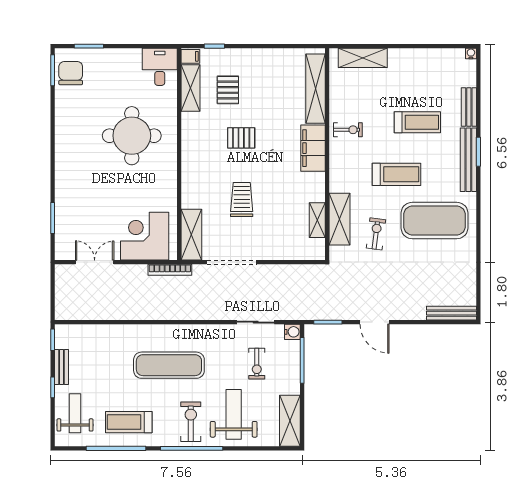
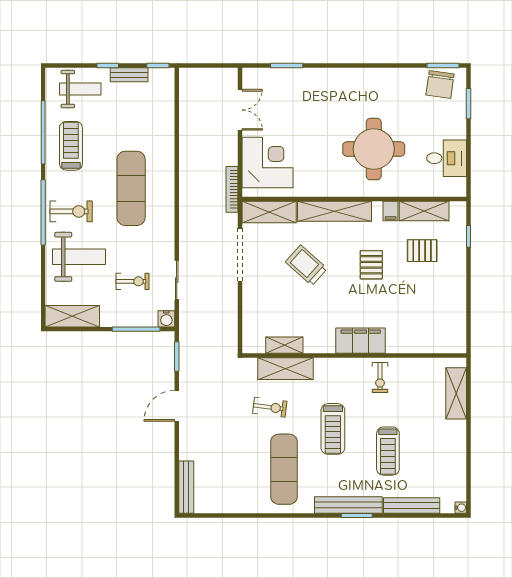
filing cabinet: (190, 56) -> (391, 211), moved
desk: (160, 67) -> (447, 158), moved
chair: (71, 73) -> (440, 84), turned 98
shelving: (316, 89) -> (334, 211), moved
bench: (469, 107) -> (412, 505), width x1.36
trolley: (242, 199) -> (306, 265), turned -138
exercise mat: (434, 221) -> (284, 469), width x0.68
exercise bike: (257, 364) -> (133, 281), turned 180

